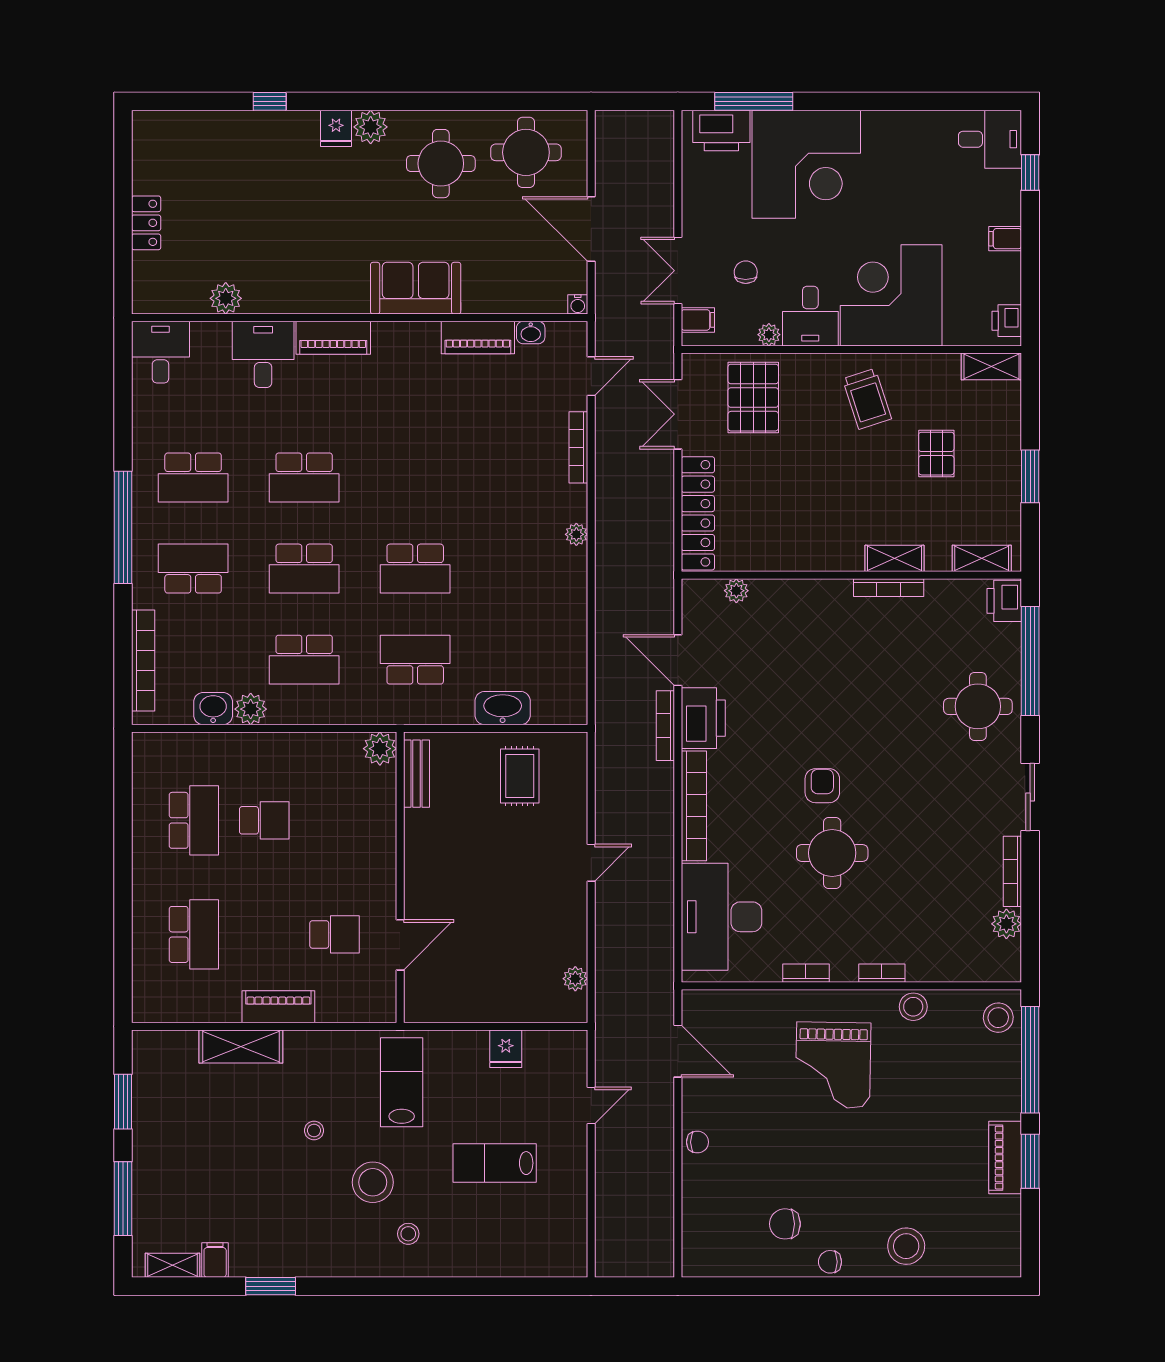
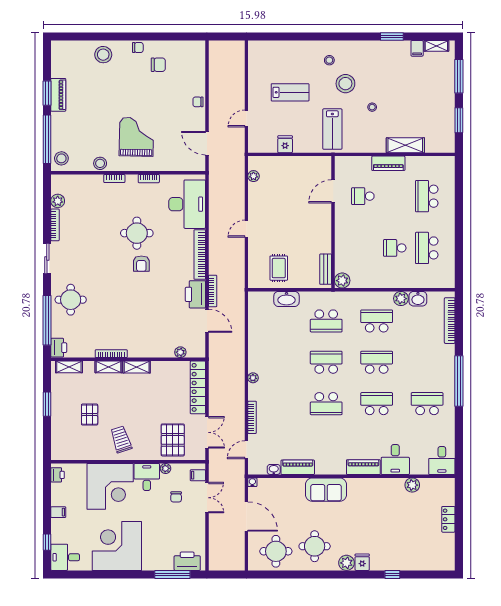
corner desk: (806, 164) -> (117, 546), moved
shelving: (991, 366) -> (137, 367), moved
school desk: (193, 569) -> (326, 404), moved

